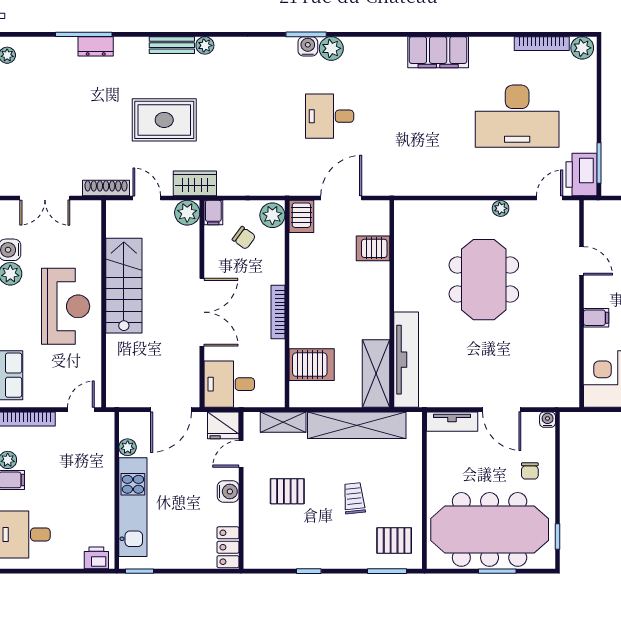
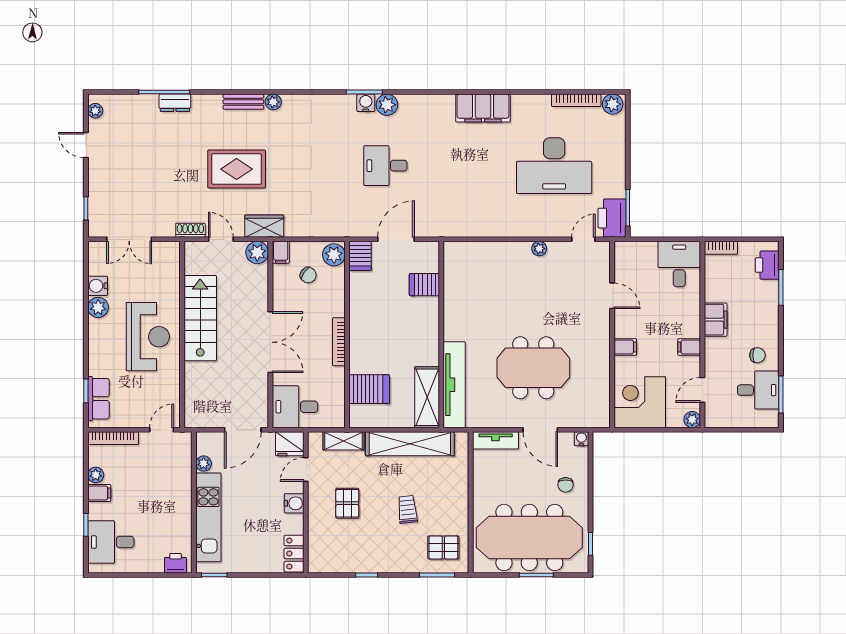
shoe rack: (106, 188) -> (190, 230), width x0.70
meeting table: (484, 280) -> (533, 368), moved, turned 90
pallet: (287, 491) -> (347, 503), turned 90

